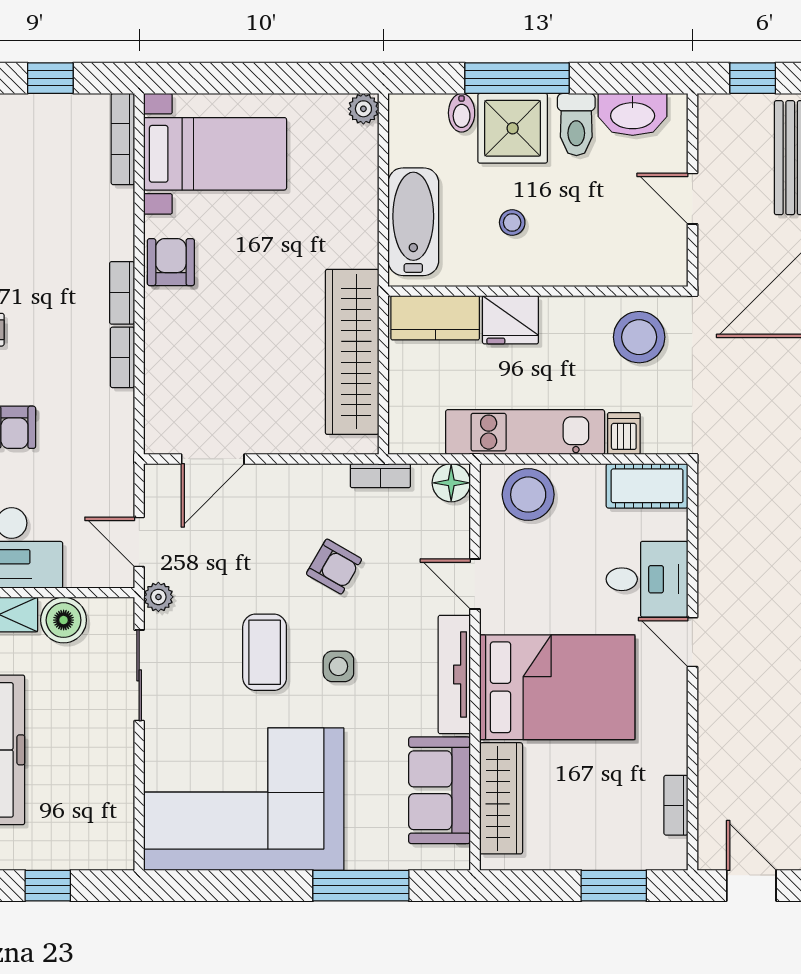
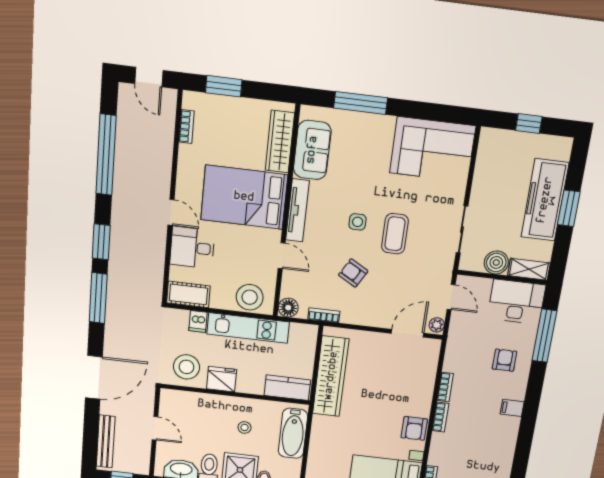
fridge: (510, 320) -> (222, 379), moved
plant: (158, 597) -> (437, 325), moved
corner sofa: (244, 799) -> (433, 149), width x0.73, depth x0.74

